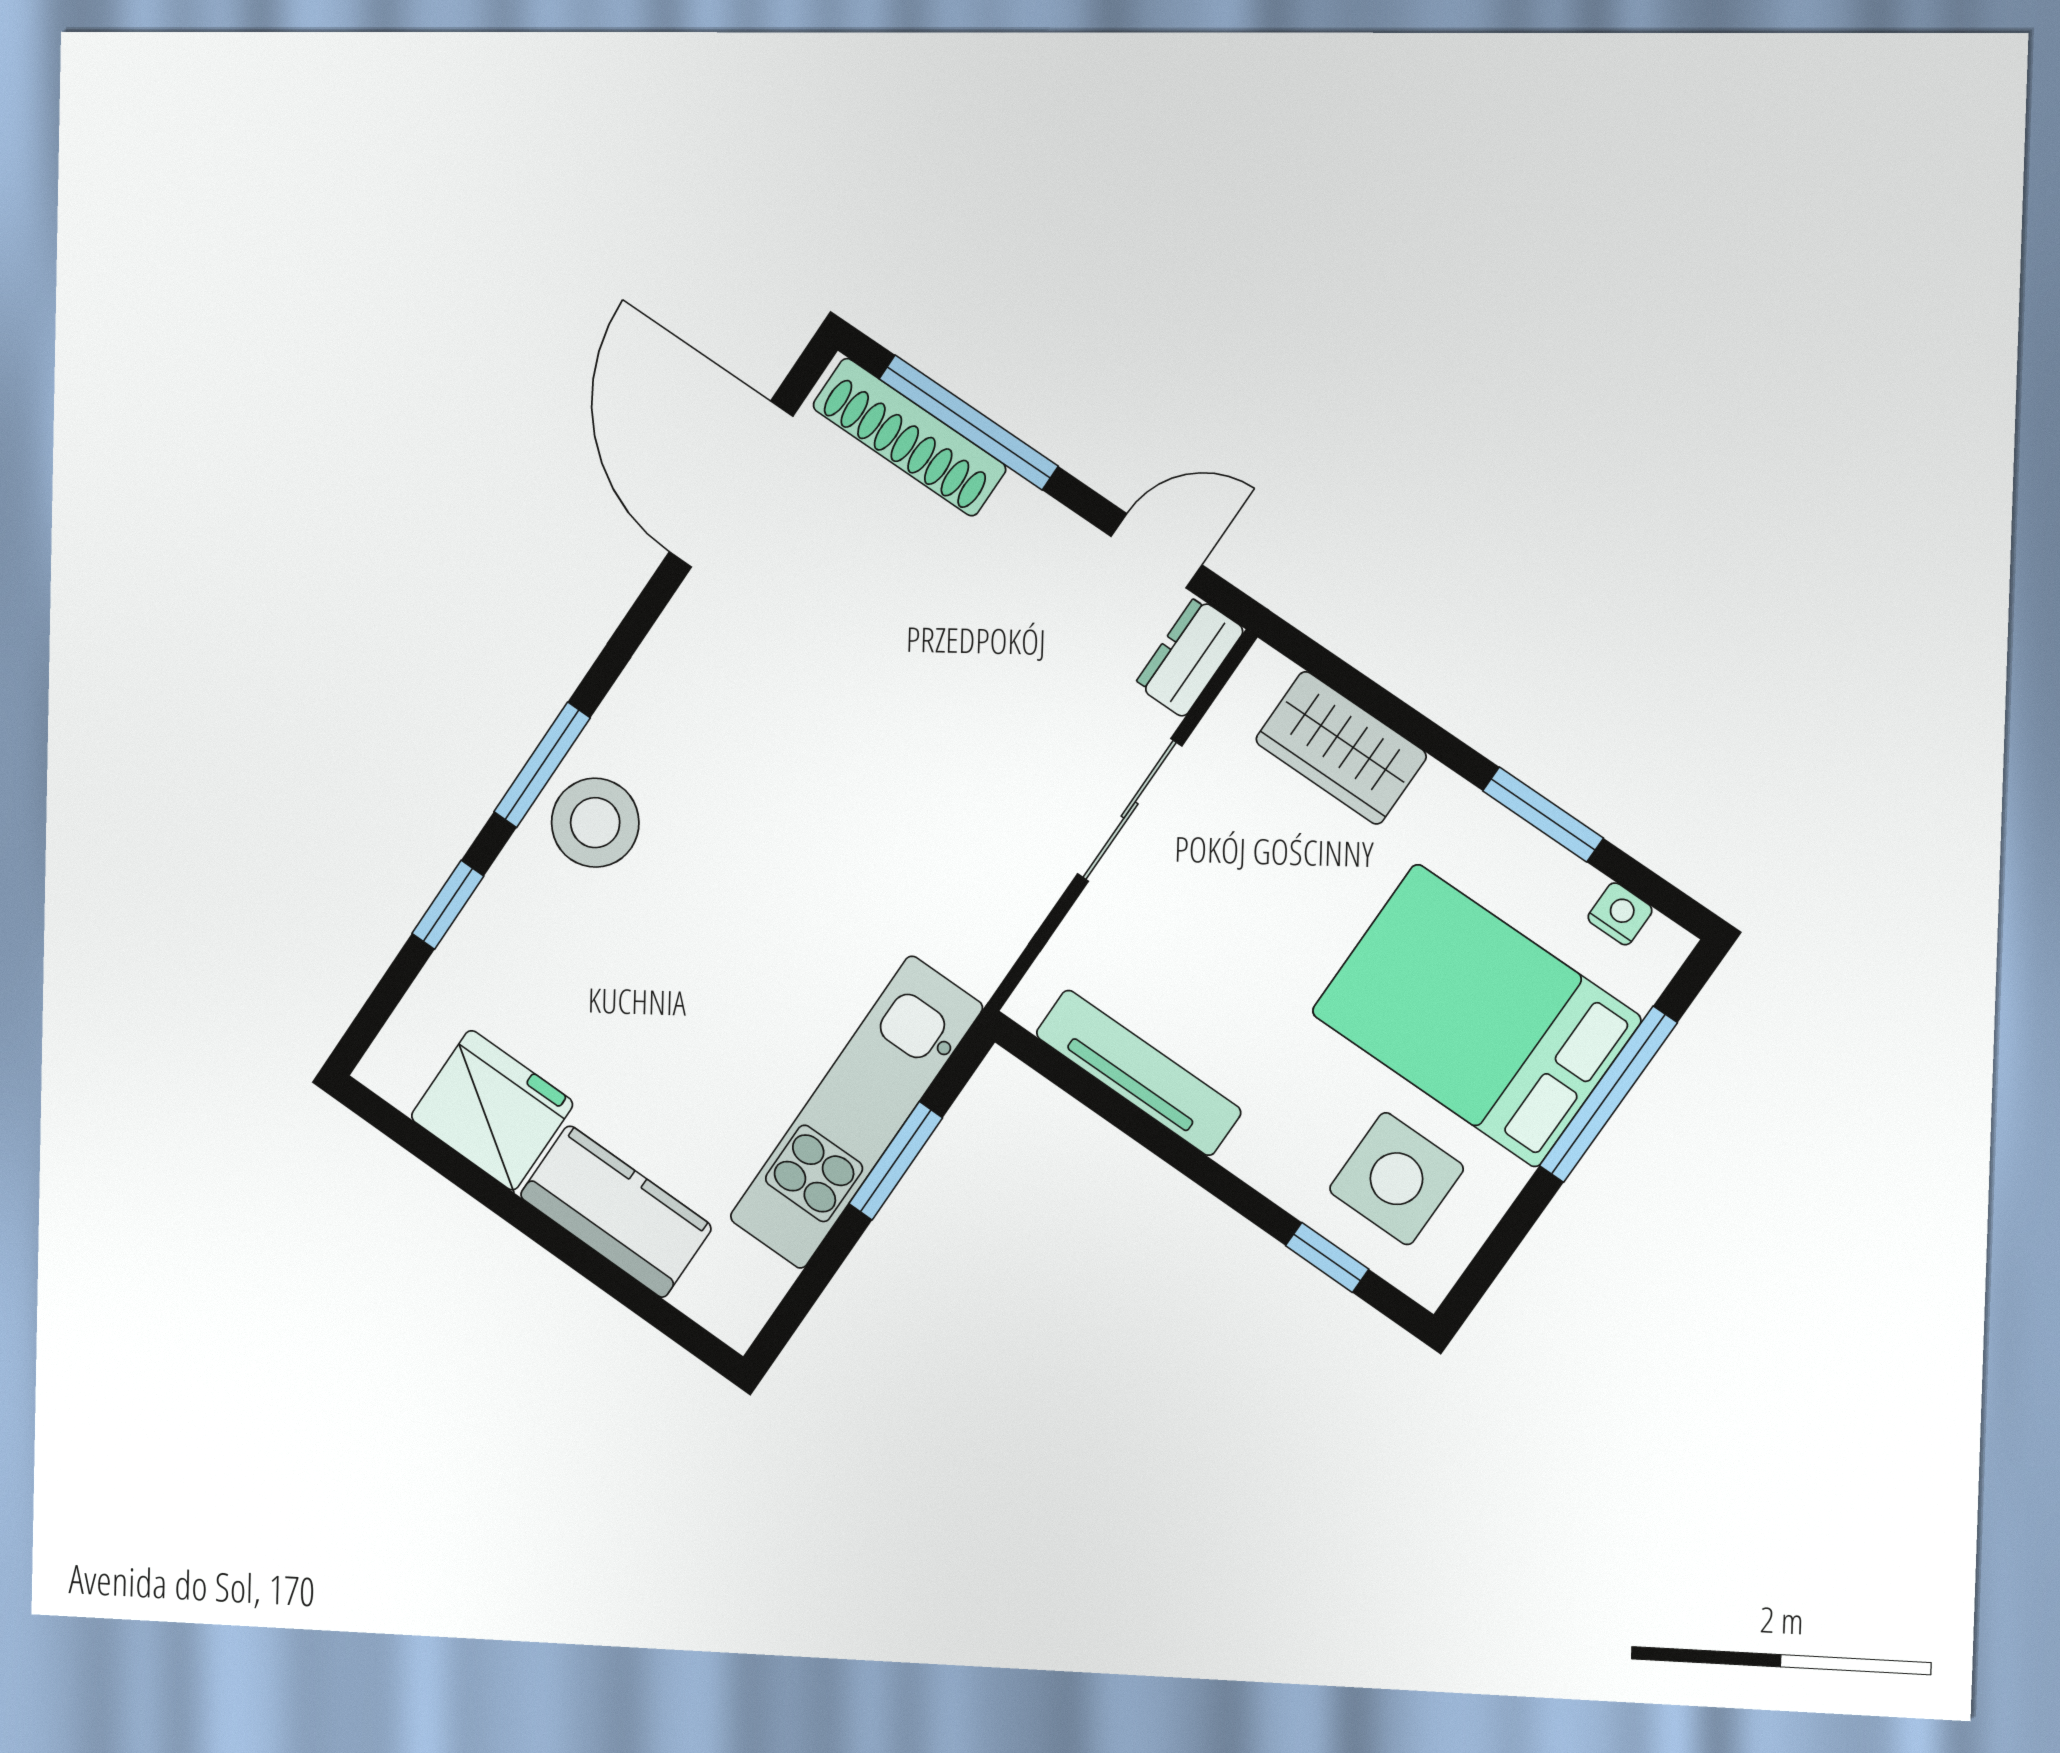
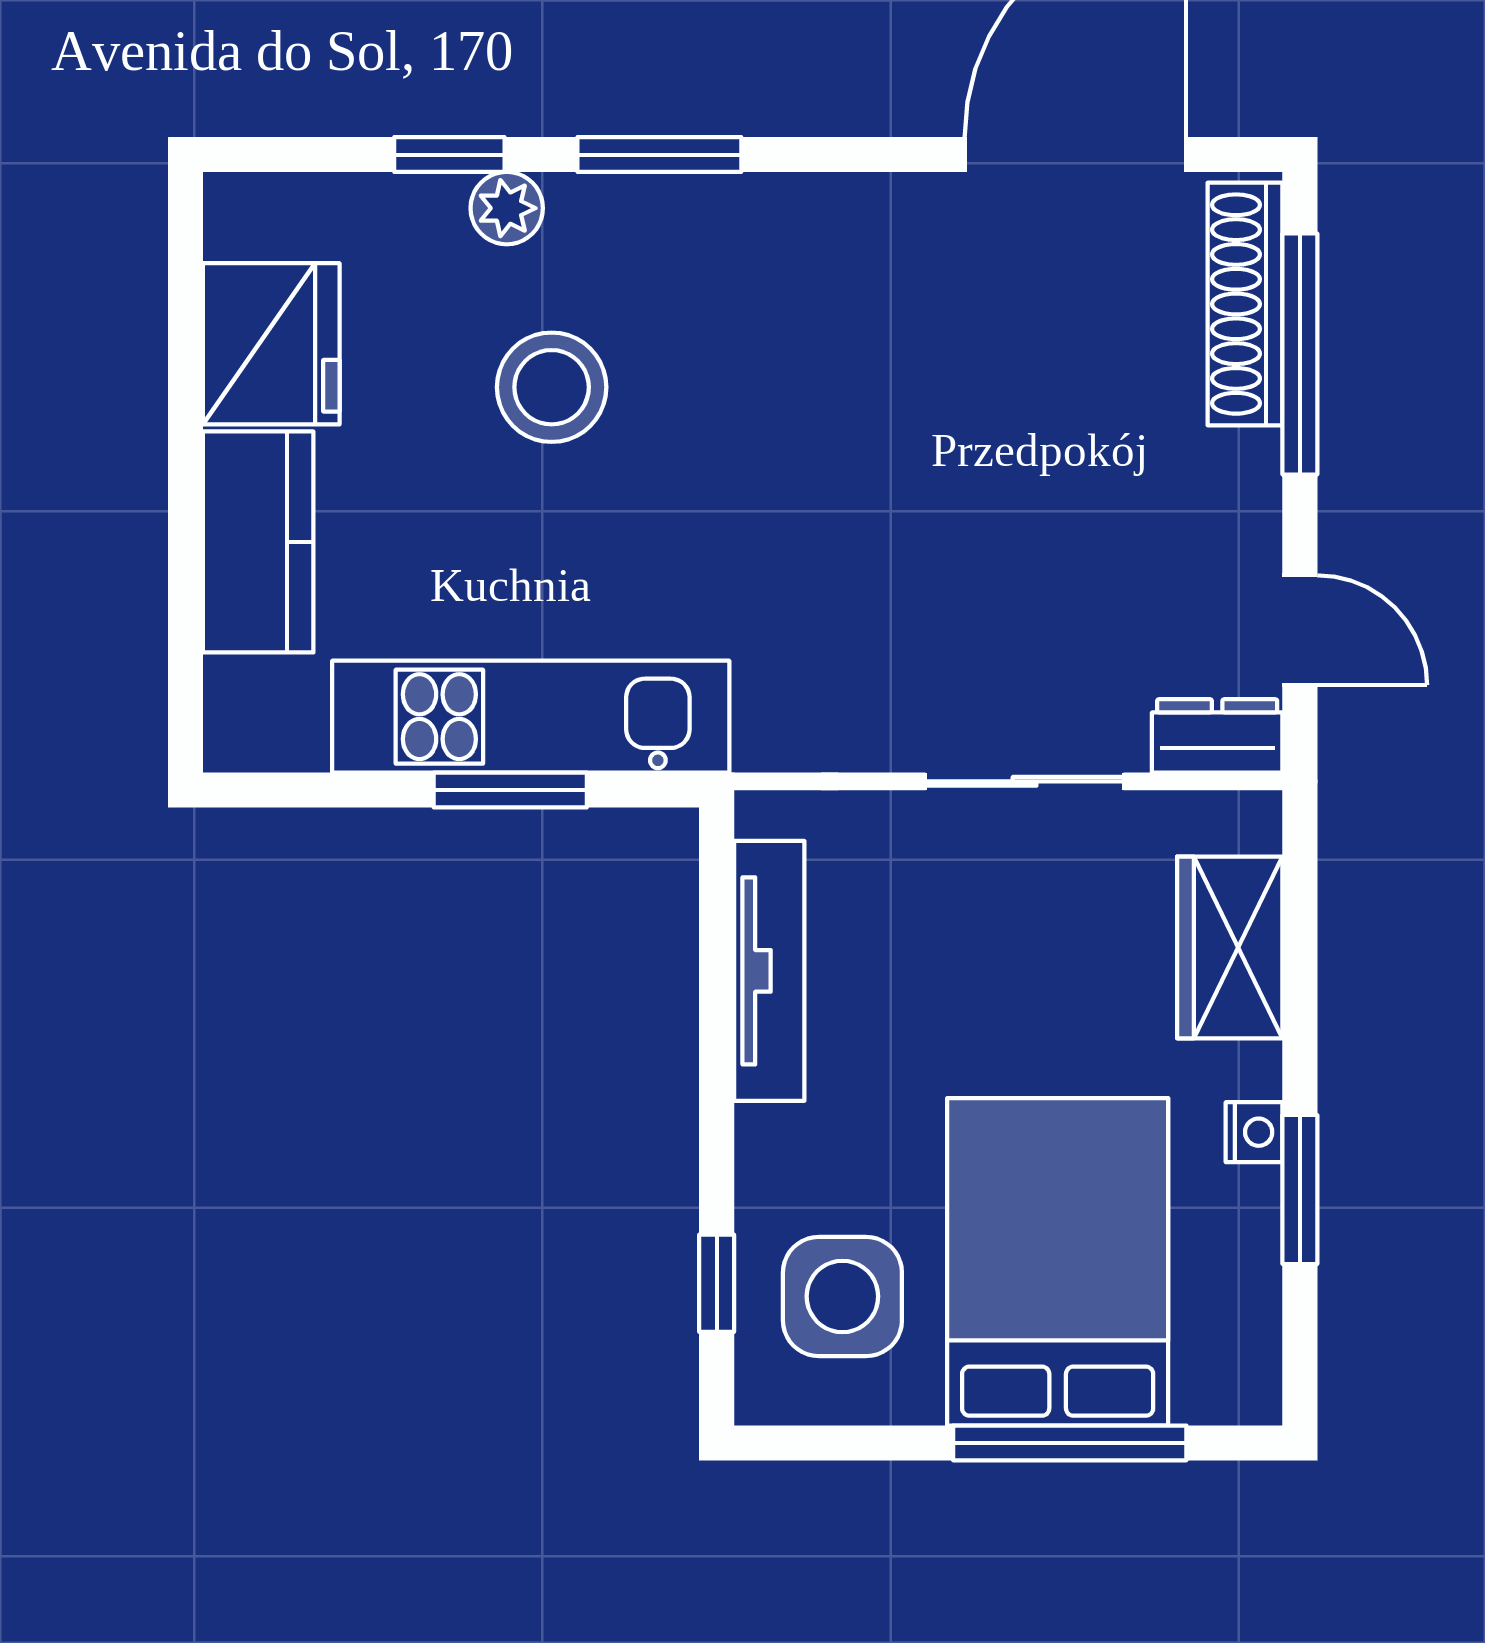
stool: (595, 823) -> (552, 387), moved
plant: (509, 891) -> (507, 208), added
nightstand: (1620, 914) -> (1254, 1132), moved

